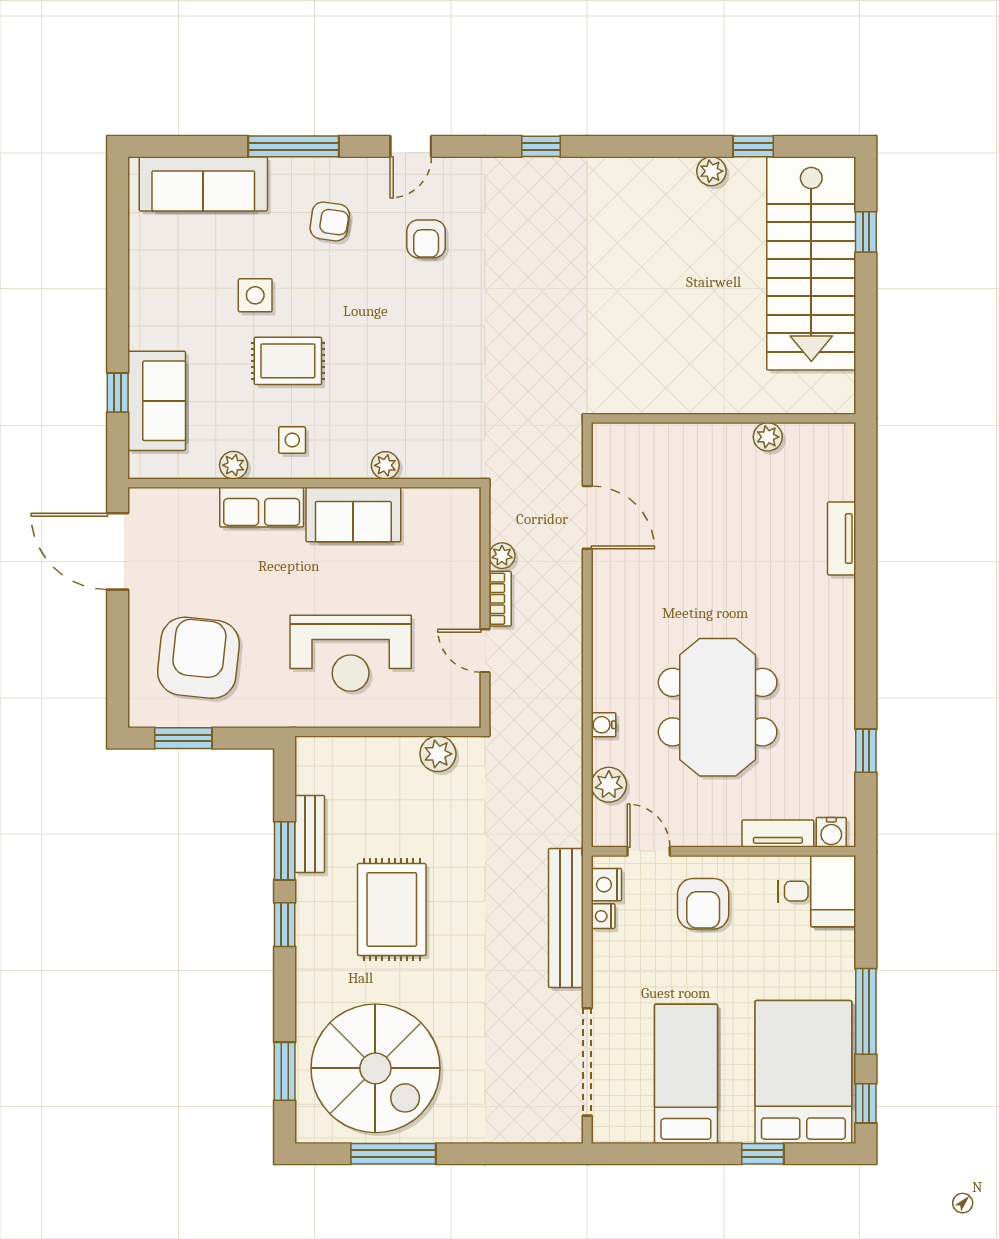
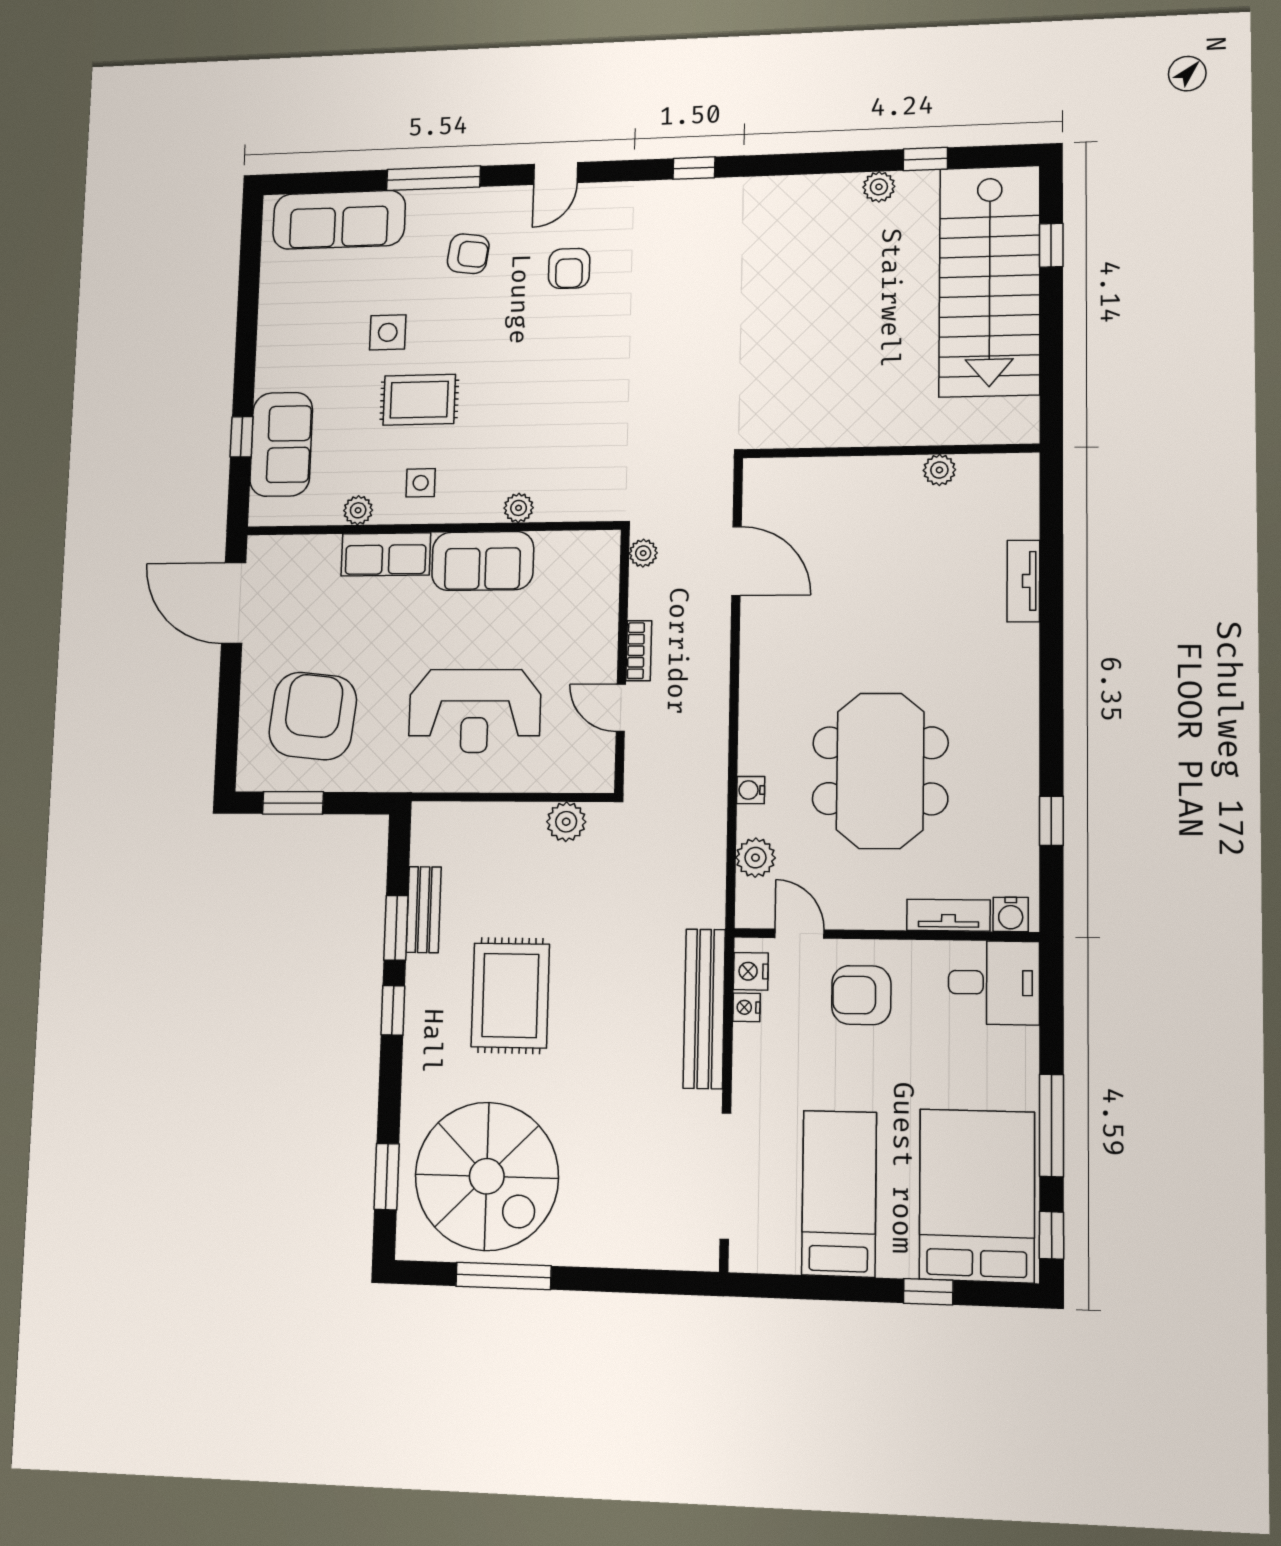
plant: (502, 556) -> (643, 553), moved
armchair: (703, 904) -> (861, 995), turned 90

